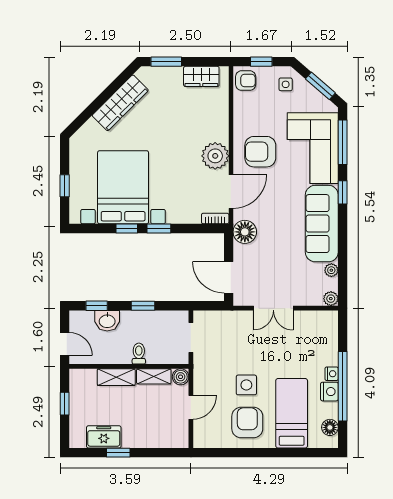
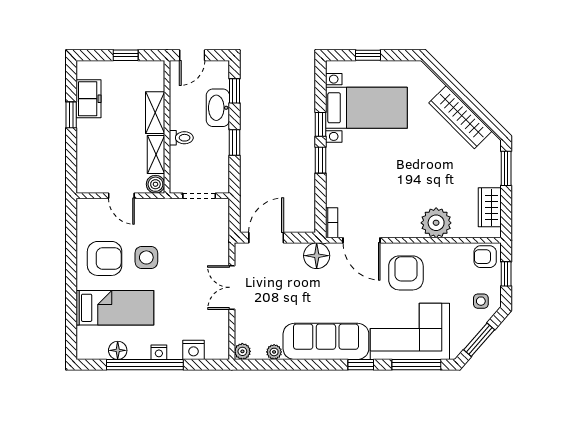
armchair: (246, 81) -> (485, 257), turned 90
plant: (215, 156) -> (436, 223), moved
bed with nightstands: (123, 187) -> (366, 108), width x0.73
washbasin: (107, 321) -> (218, 108), width x1.38
nightstand: (329, 392) -> (193, 350), moved
floor lamp: (330, 427) -> (118, 350), moved

